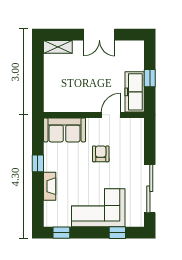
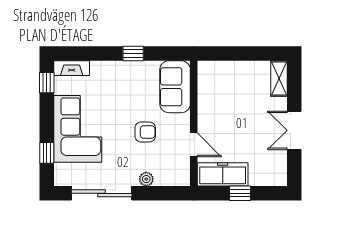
plant: (138, 153) -> (146, 179), added
fireplace: (50, 186) -> (72, 68), moved

